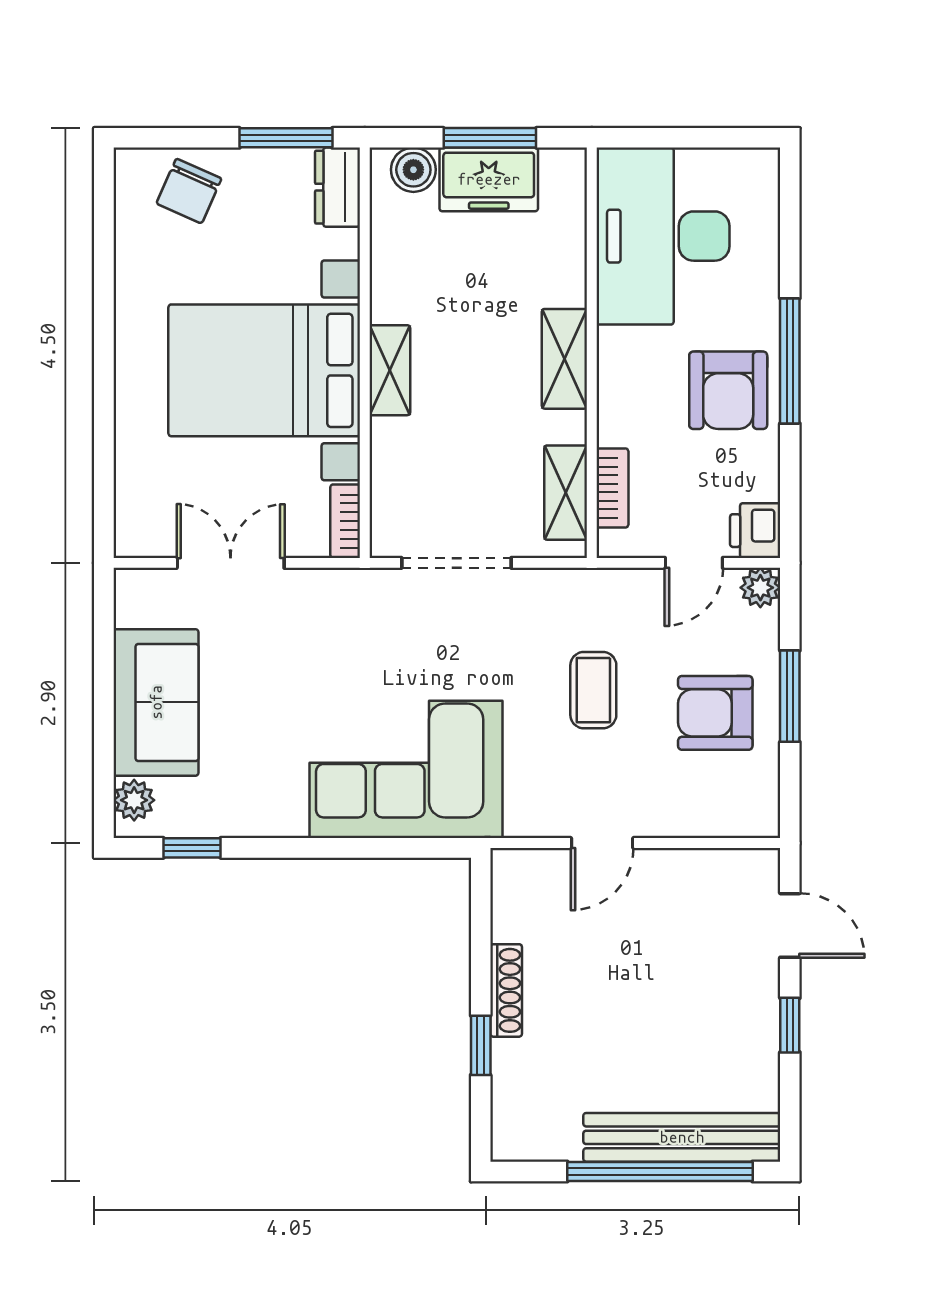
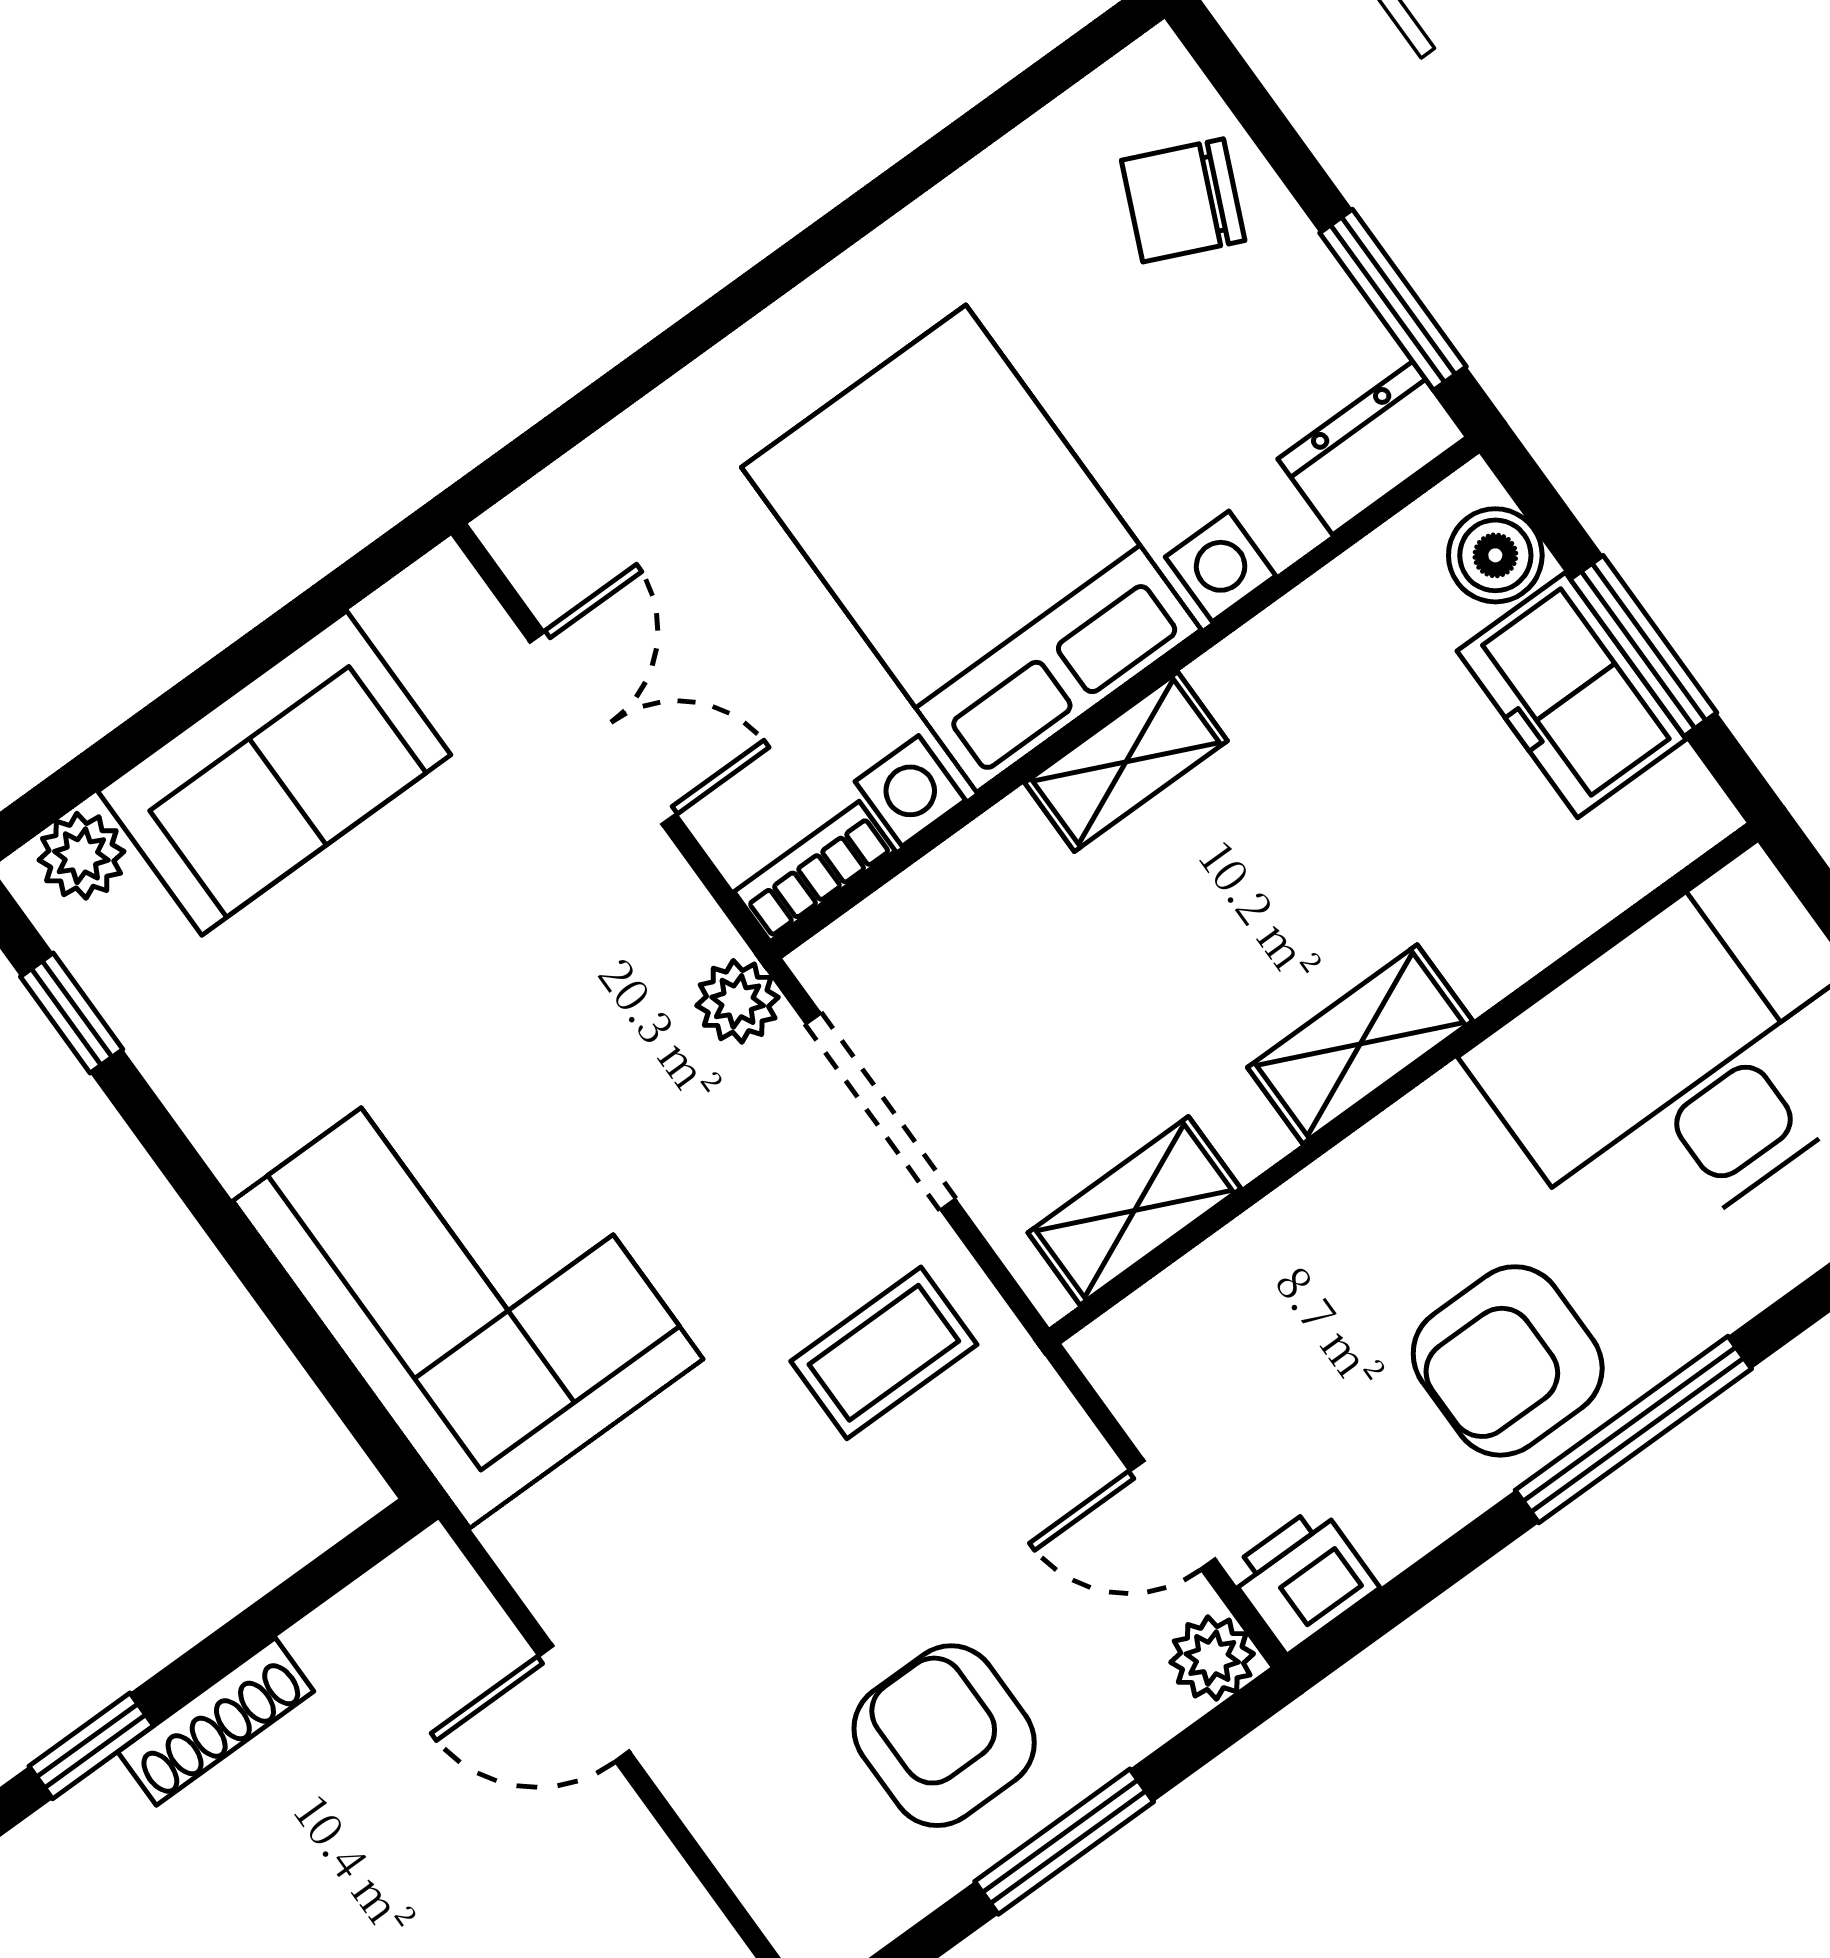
bookcase: (612, 488) -> (1200, 1285), removed
plant: (374, 587) -> (738, 1001), added
coffee table: (593, 690) -> (884, 1353), moved

